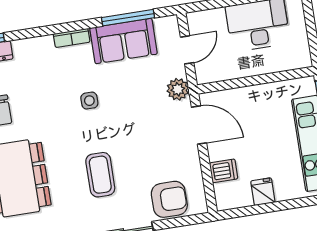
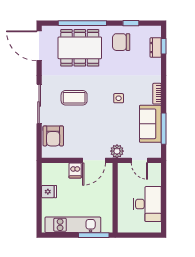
dishwasher: (224, 171) -> (75, 170), moved

